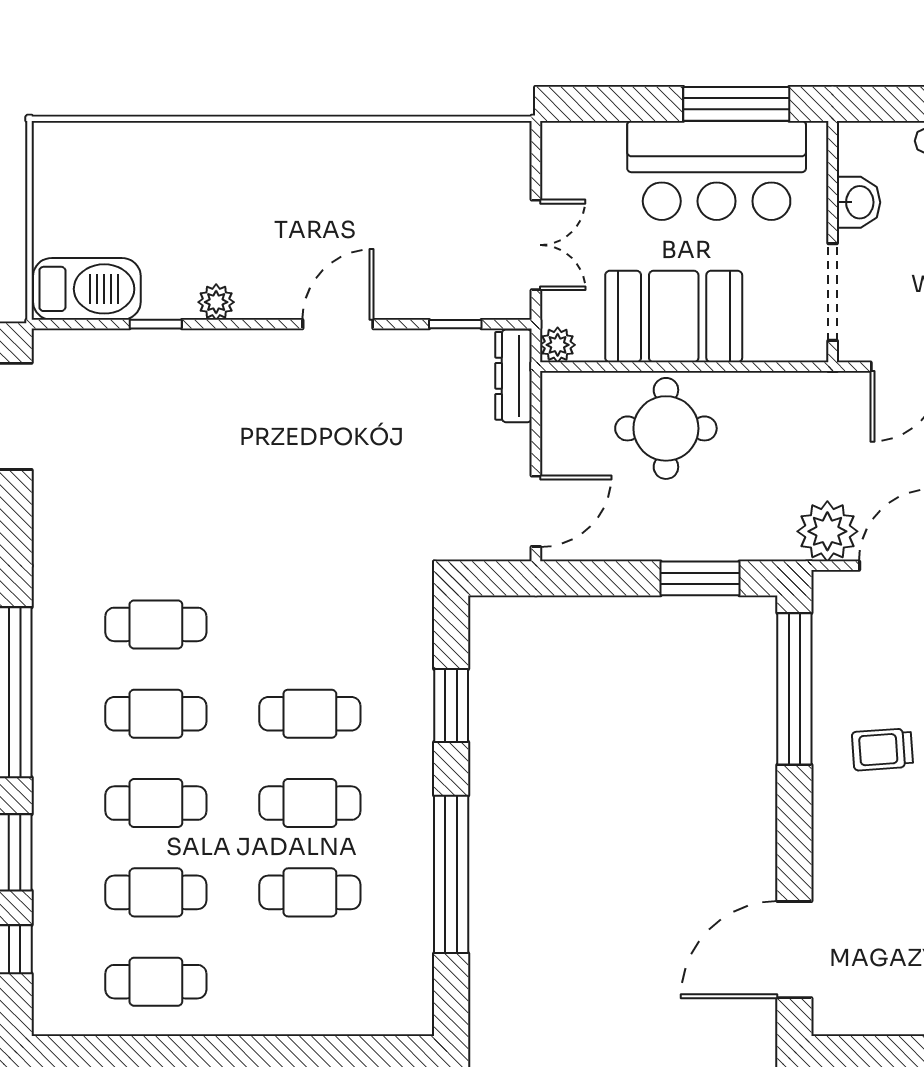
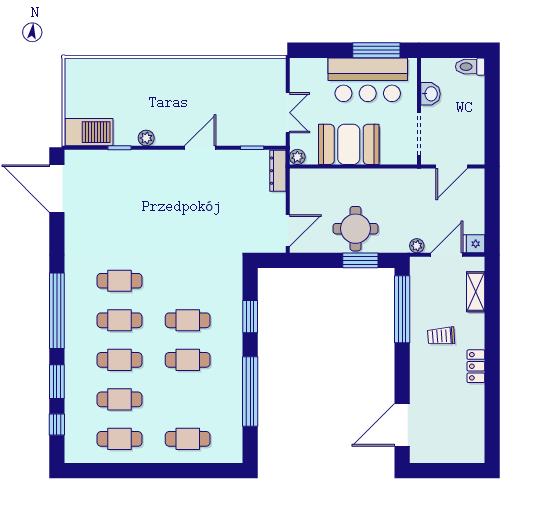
round table: (666, 428) -> (356, 229), moved
plant: (827, 531) -> (417, 246), width x0.53, depth x0.53
cafe table: (310, 892) -> (188, 439), moved

